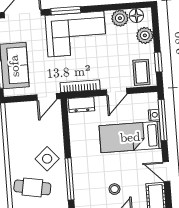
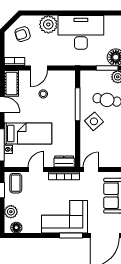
plant: (120, 18) -> (29, 227), removed

